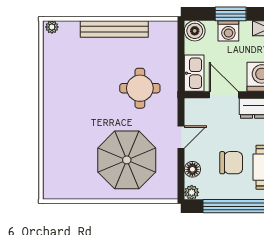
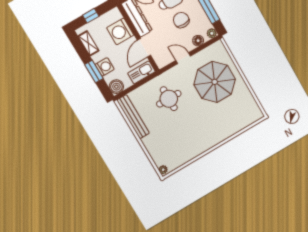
bench: (114, 29) -> (133, 117), moved

